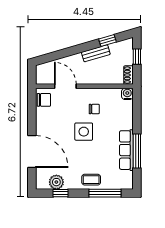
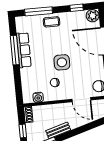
water cooler: (127, 94) -> (38, 97), moved
plant: (56, 182) -> (93, 16), moved

